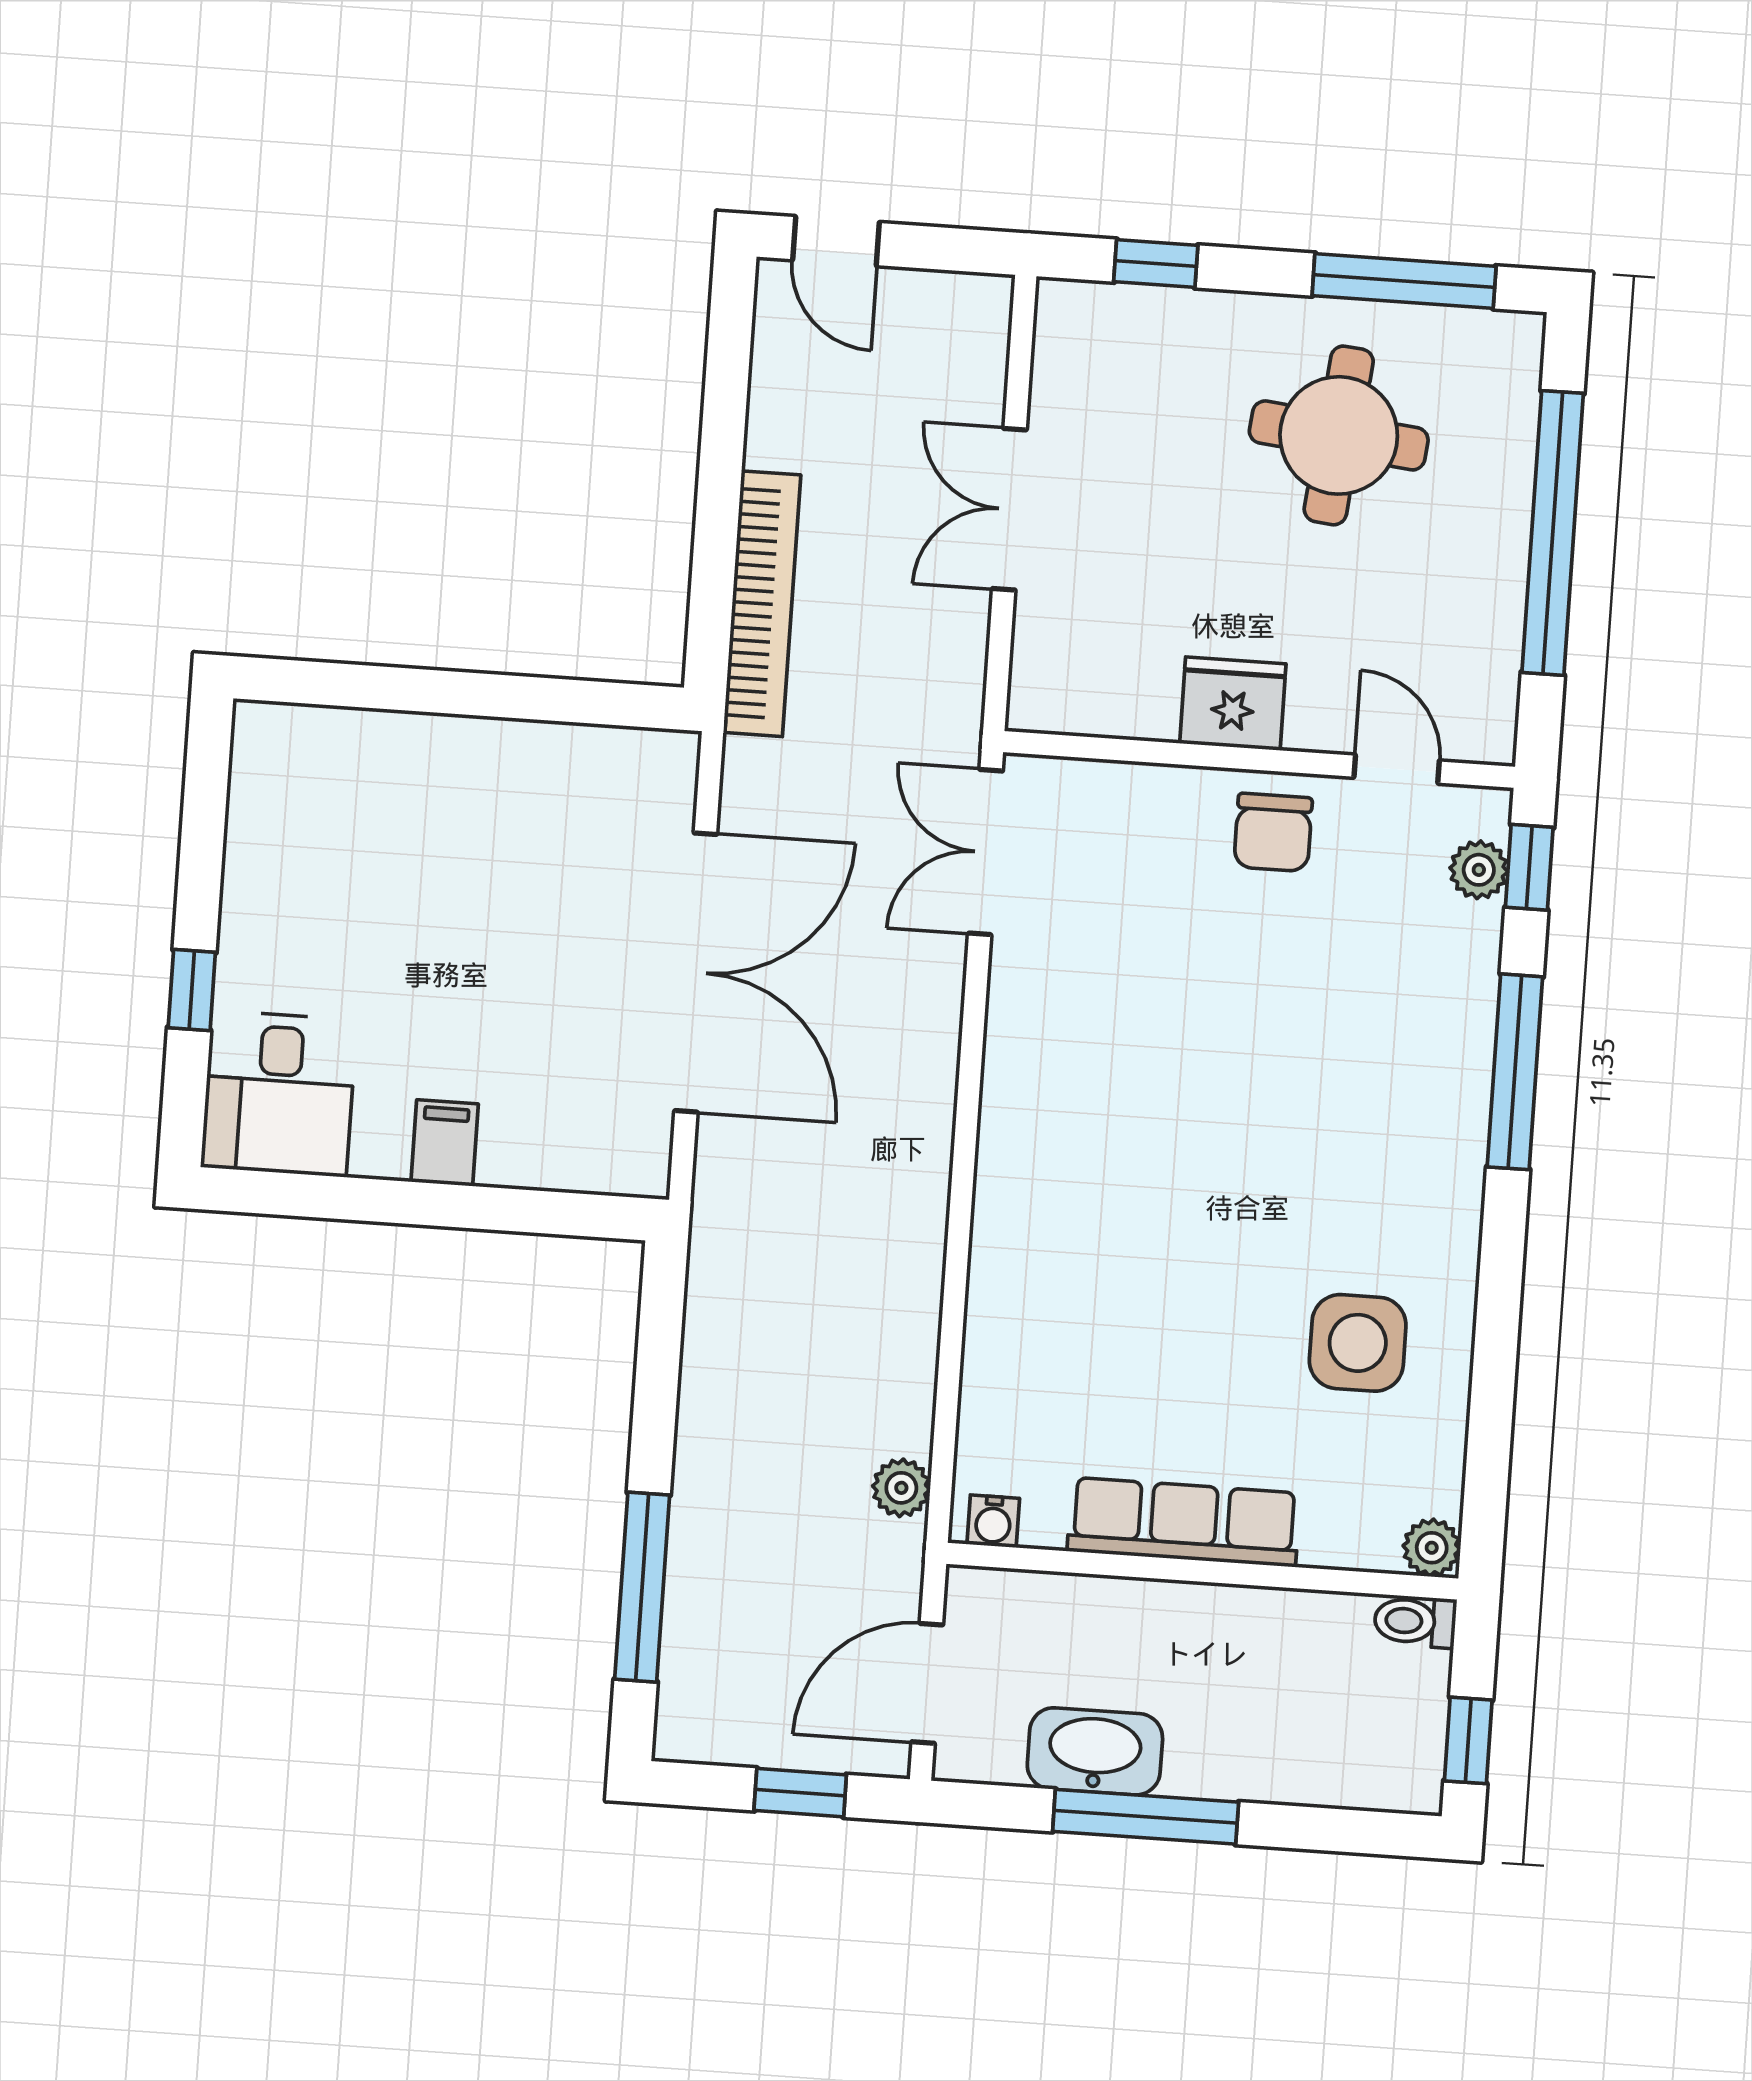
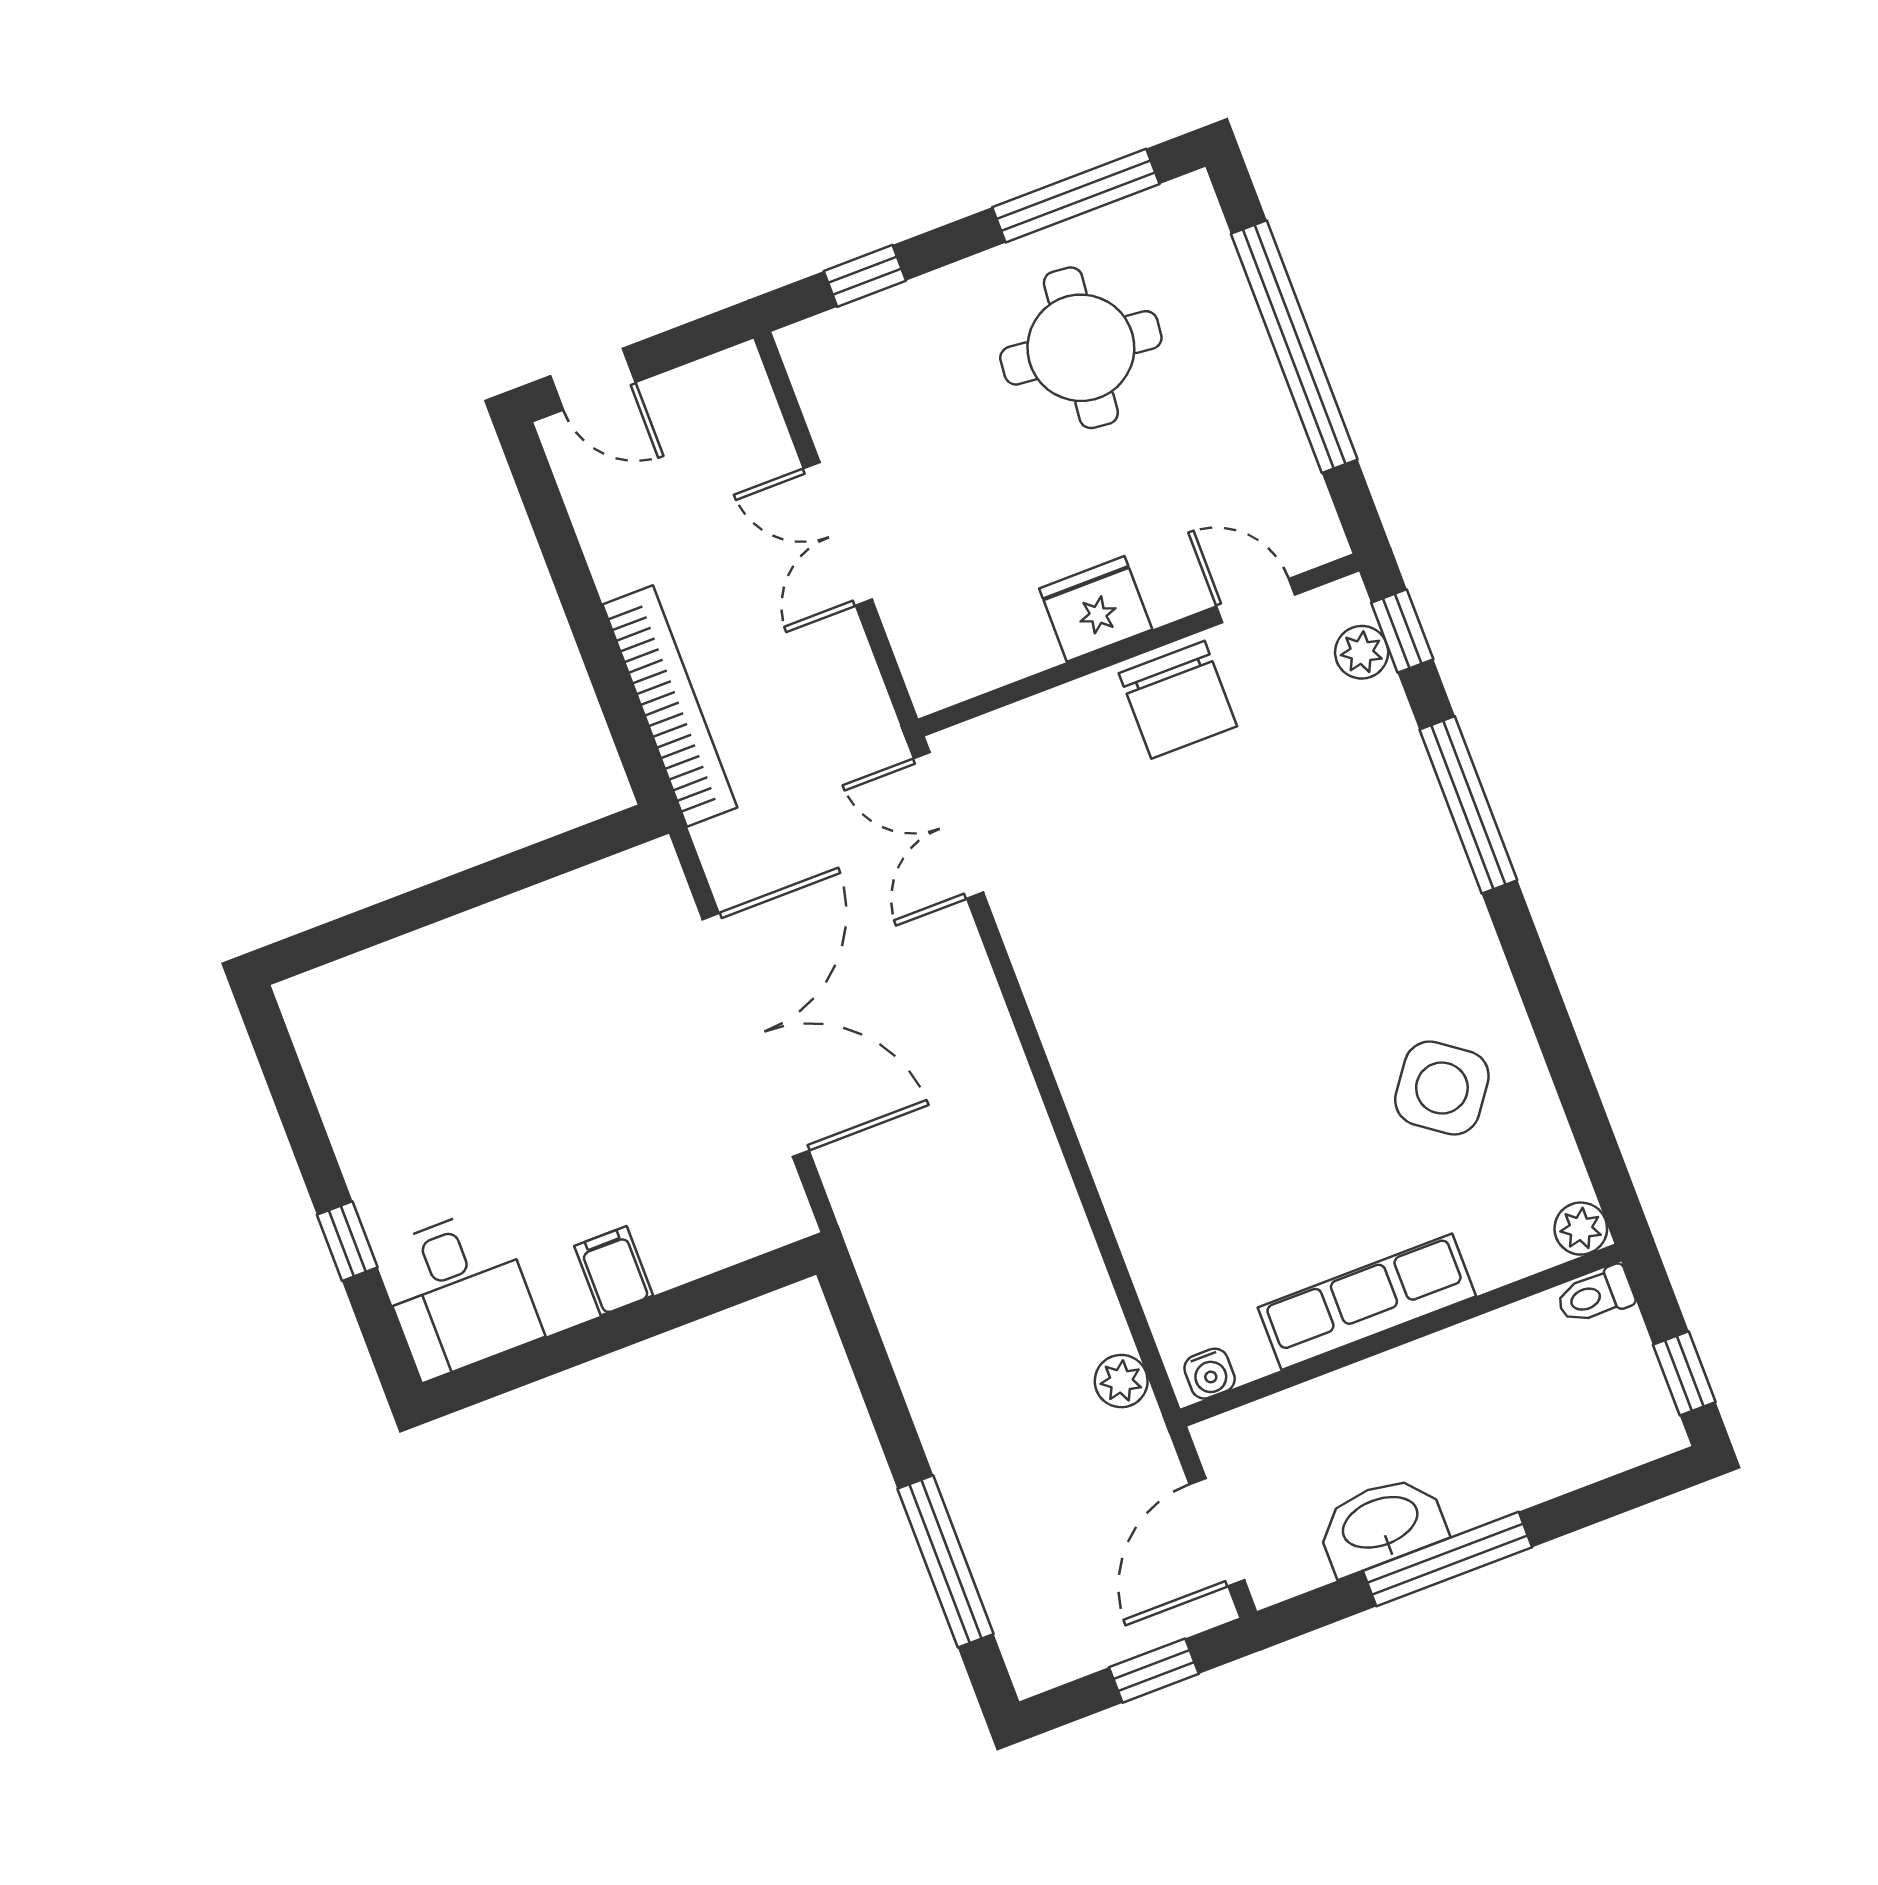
chair: (1273, 832) -> (1178, 700), width x1.37, depth x1.37
side table: (1358, 1343) -> (1442, 1088), turned 36

